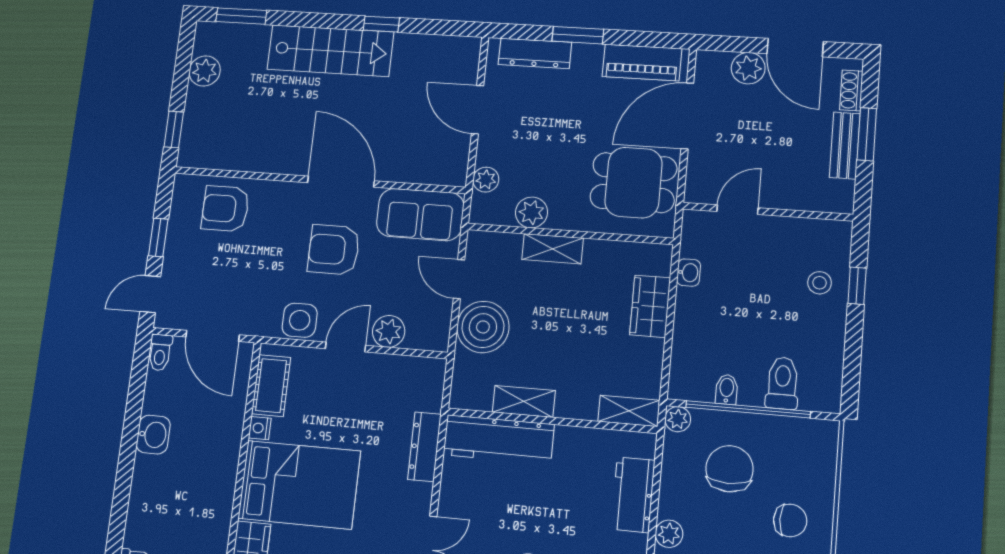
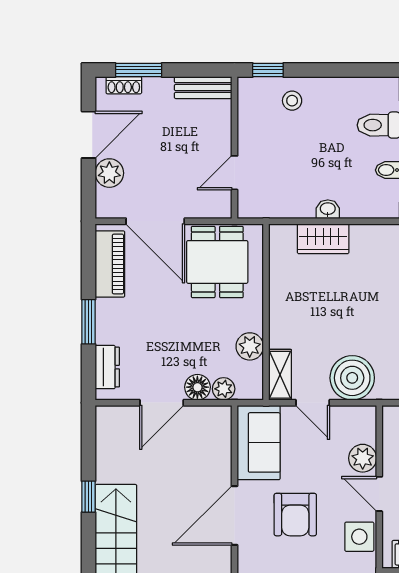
dresser: (535, 53) -> (107, 367), width x0.70
window: (867, 134) -> (139, 70), moved
bench: (845, 145) -> (203, 88), moved
floor lamp: (491, 151) -> (197, 387), added
door: (737, 210) -> (234, 173), hinge flipped
shelving: (553, 249) -> (280, 375), moved
washbasin: (689, 273) -> (328, 209), moved
door: (459, 279) -> (313, 403), hinge flipped
window: (857, 286) -> (268, 70), moved

